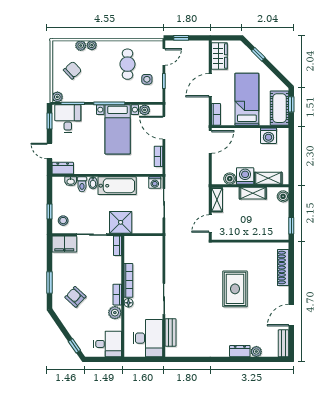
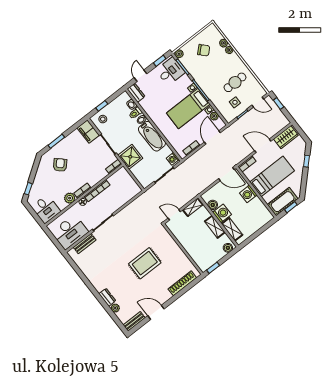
washing machine: (268, 136) -> (248, 194), moved

